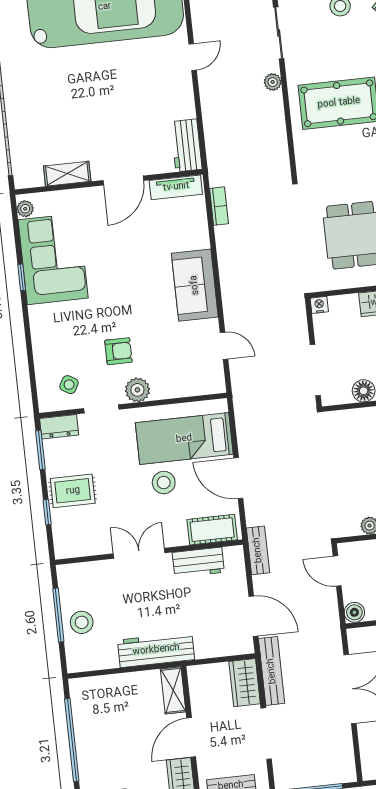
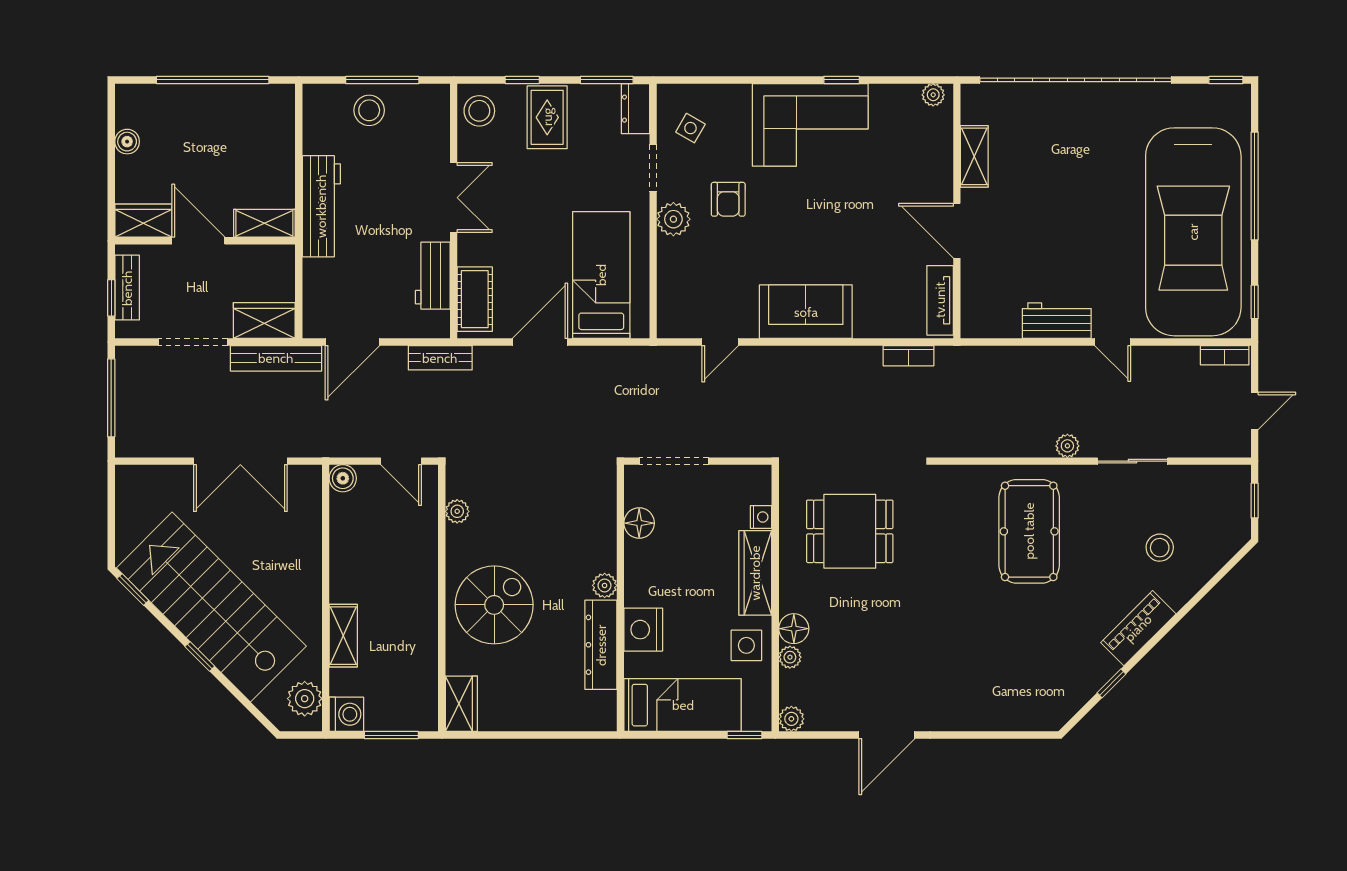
workbench: (186, 145) -> (1057, 321), moved
corner sofa: (53, 259) -> (810, 125), moved
nightstand: (319, 305) -> (761, 517), moved
stool: (164, 483) -> (479, 111), moved
door: (337, 571) -> (401, 461), swing flipped

